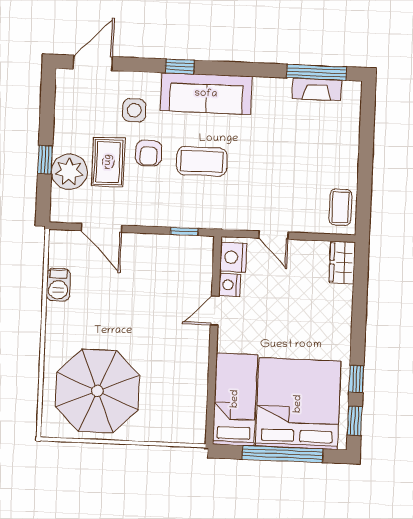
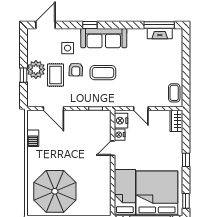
plant: (69, 172) -> (36, 69), moved
window: (356, 379) -> (186, 160), moved

